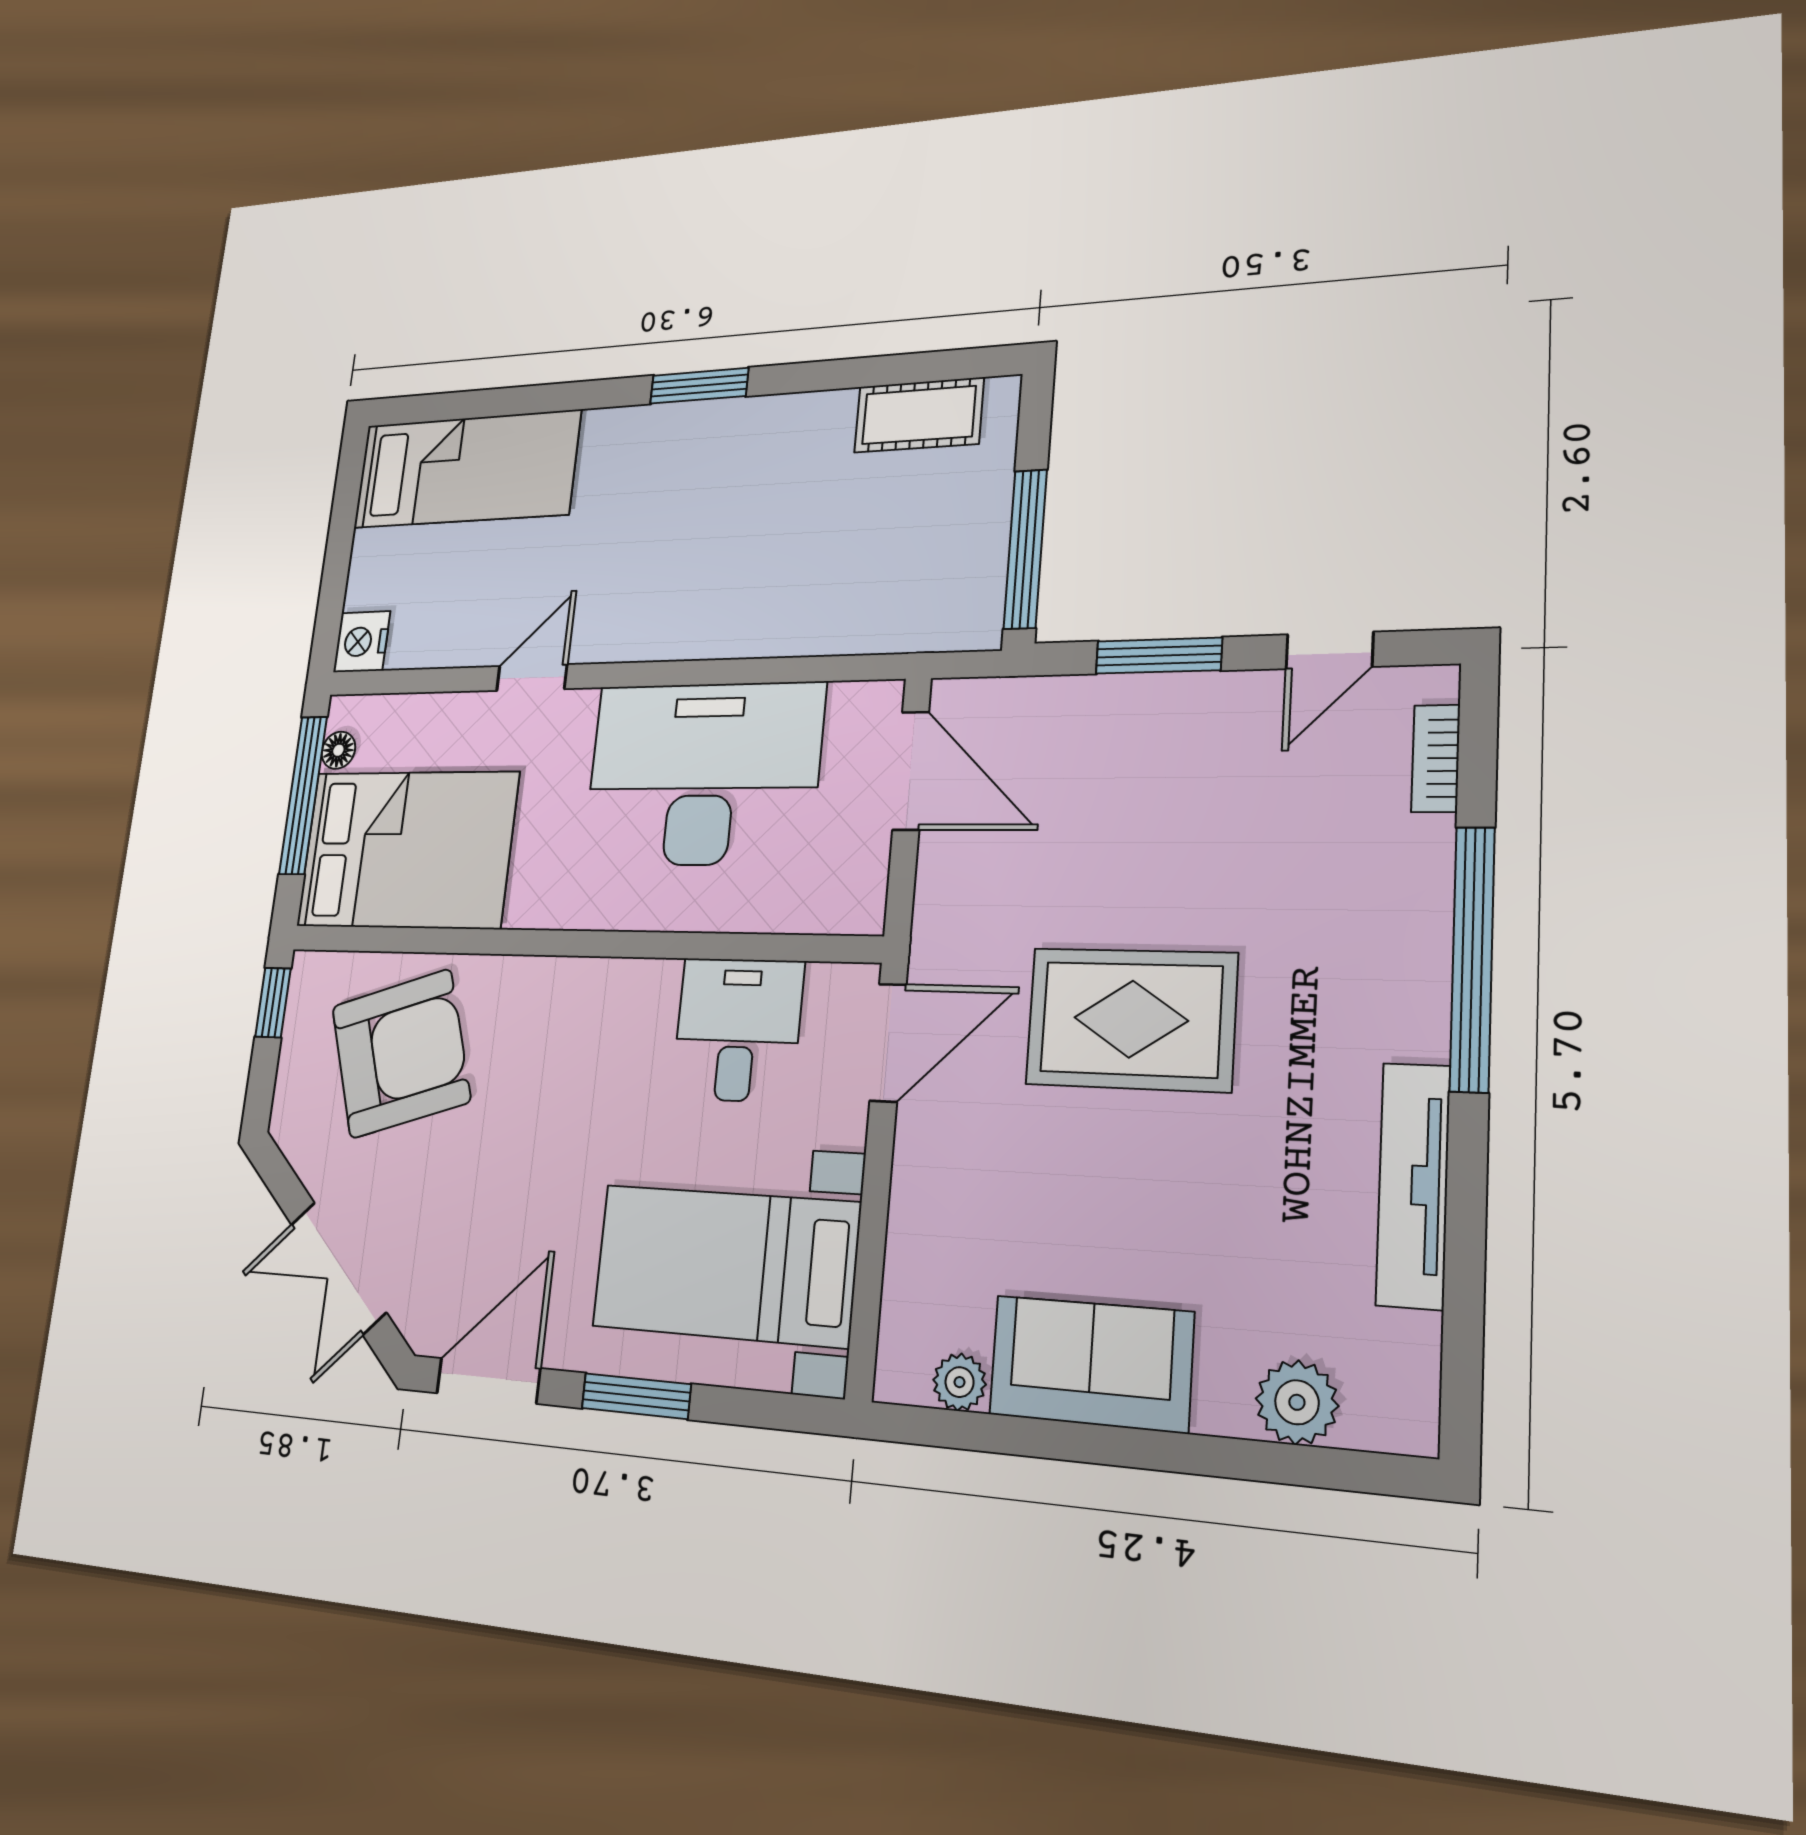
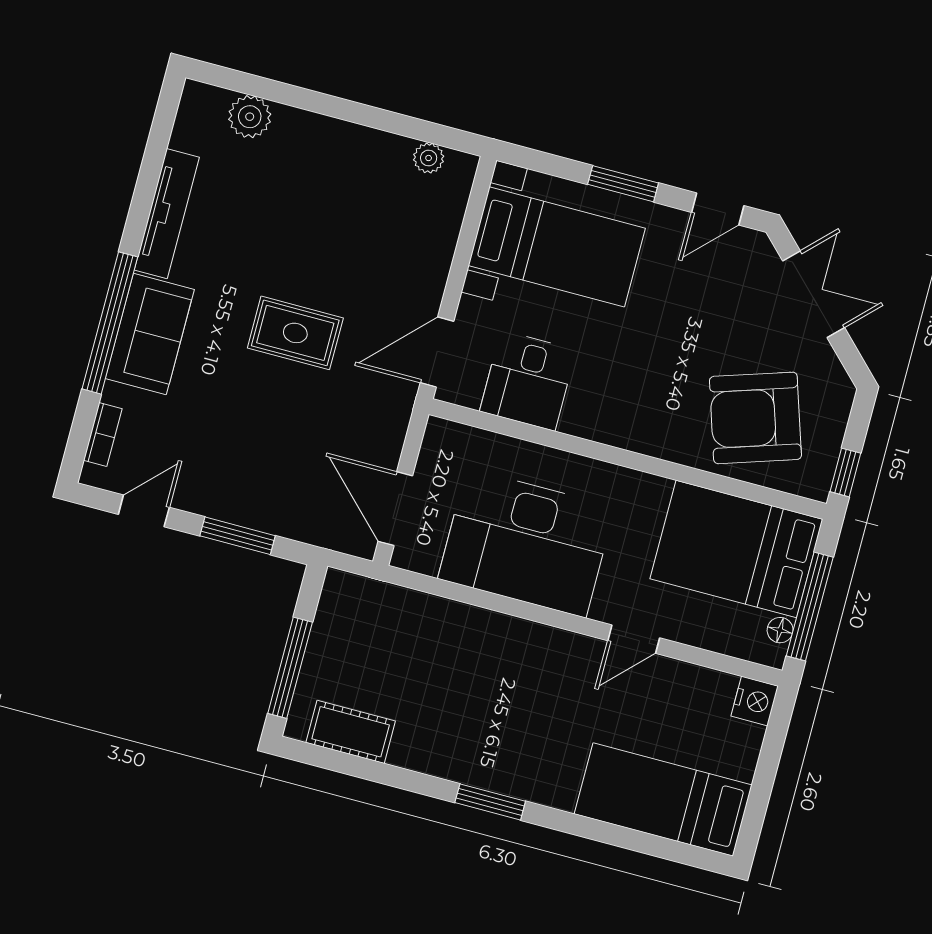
window: (1025, 549) -> (290, 668), moved
rug: (1131, 1019) -> (295, 333), width x0.73, depth x0.70
sofa: (1091, 1363) -> (150, 334), moved, turned -90
door: (488, 1381) -> (718, 209), width x0.73

